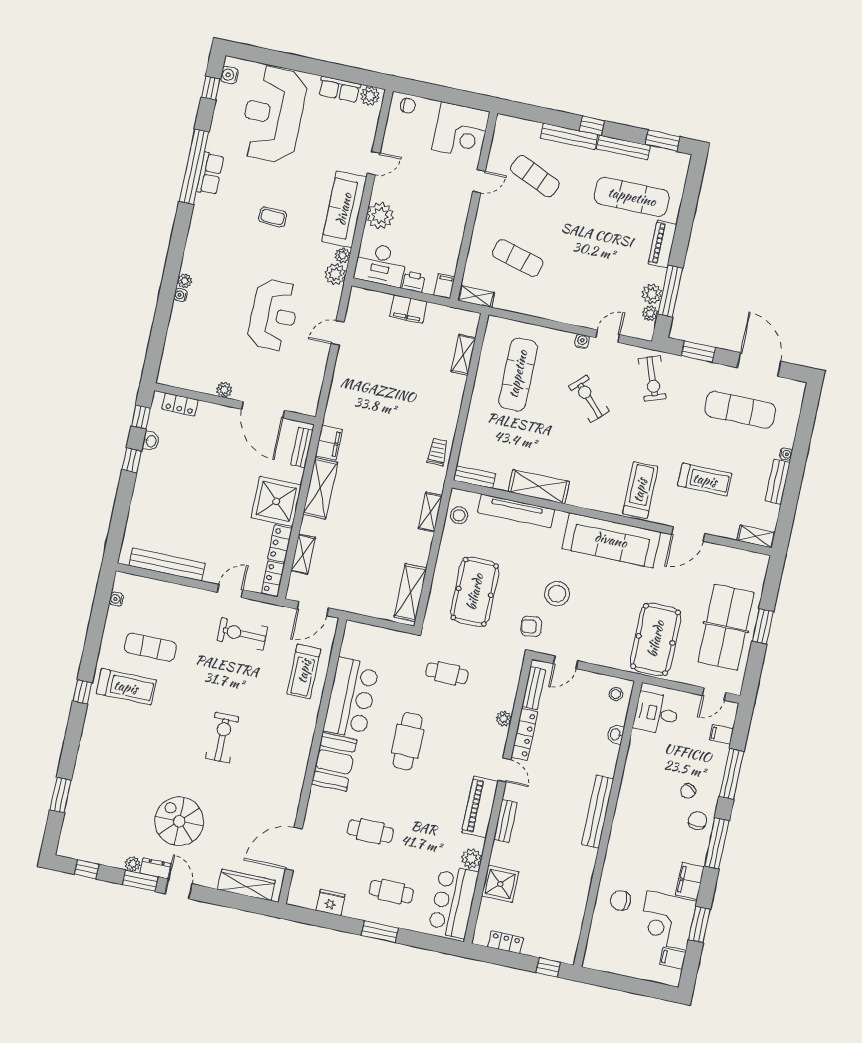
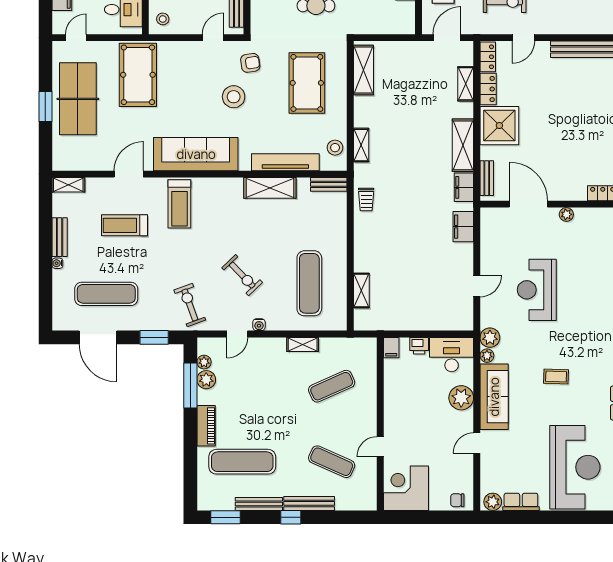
exercise mat: (518, 258) -> (332, 386), turned -39
shelving: (476, 296) -> (303, 344), moved
filing cabinet: (408, 309) -> (463, 227), moved, turned -90

